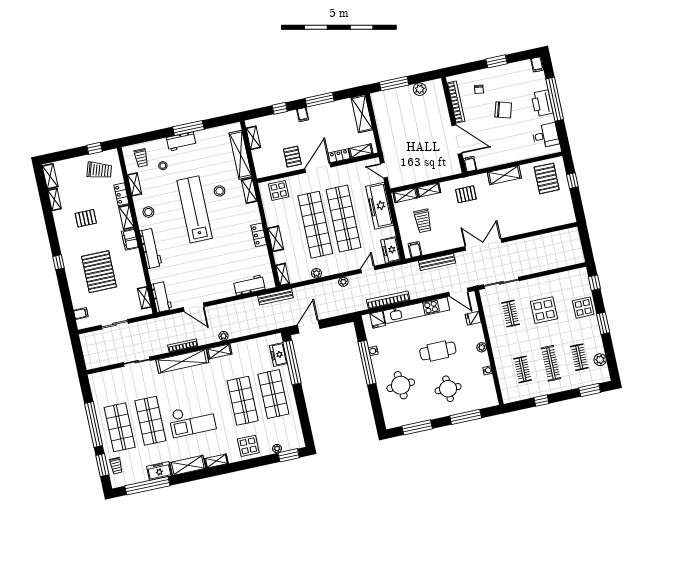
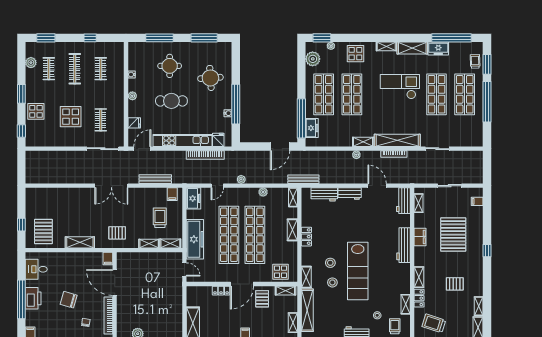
shelving: (361, 151) -> (285, 291), moved
stool: (148, 212) -> (330, 263), moved
filing cabinet: (130, 239) -> (420, 237), moved
workbench: (222, 292) -> (350, 194), added
door: (458, 292) -> (142, 149), hinge flipped
plant: (294, 430) -> (313, 59), added

